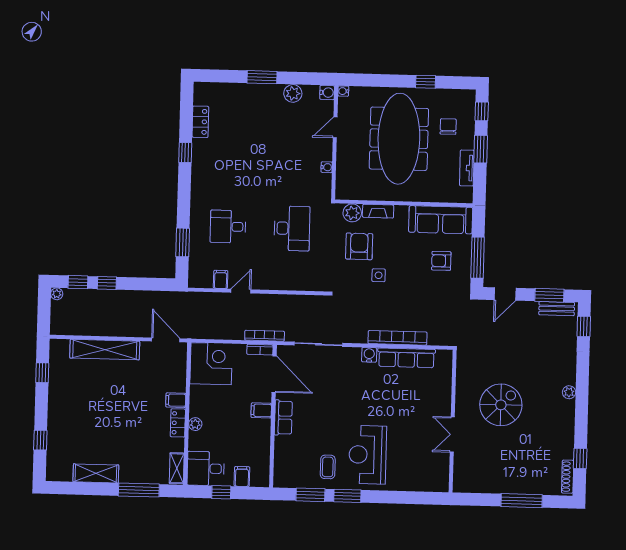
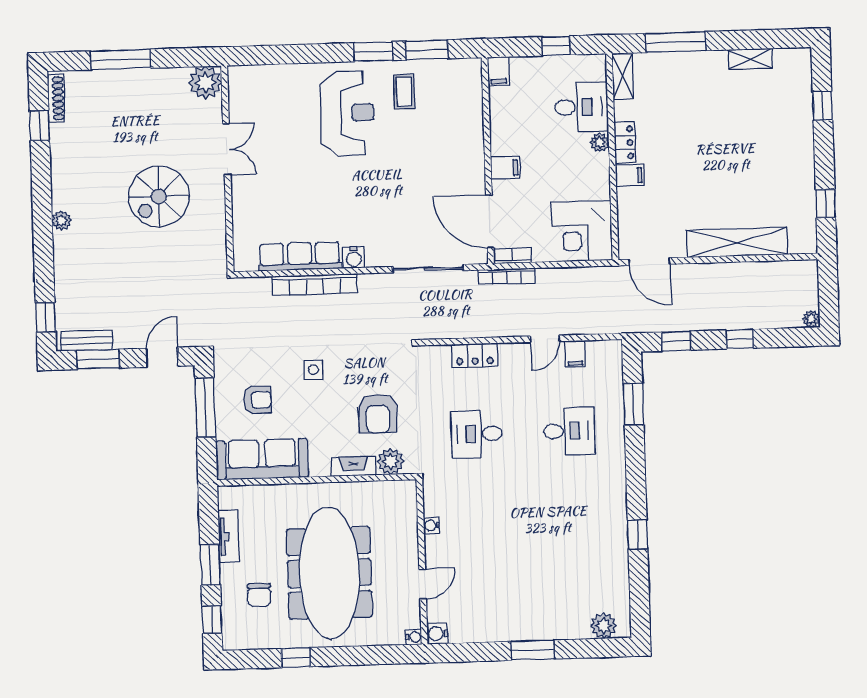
plant: (293, 93) -> (604, 626), moved
locker: (200, 122) -> (475, 355), moved, turned -90
desk: (292, 228) -> (477, 434), width x0.73
side table: (379, 275) -> (313, 370), moved
window: (78, 282) -> (676, 341), moved
row of seats: (283, 418) -> (473, 159), removed
desk: (206, 469) -> (581, 107), moved
shelving: (96, 473) -> (750, 59), width x0.67, depth x0.75
filing cabinet: (242, 477) -> (499, 71), moved
plant: (464, 481) -> (205, 83), added

